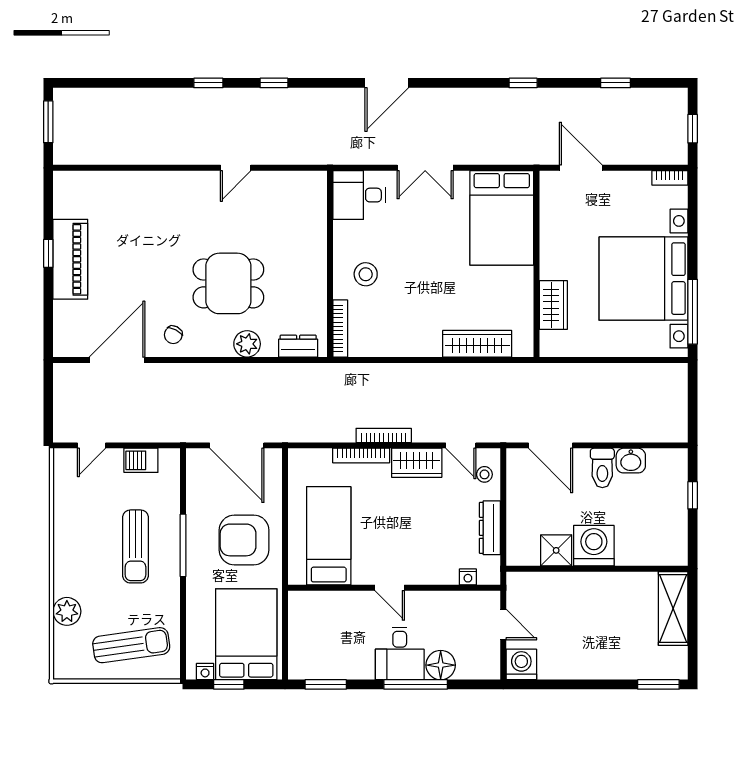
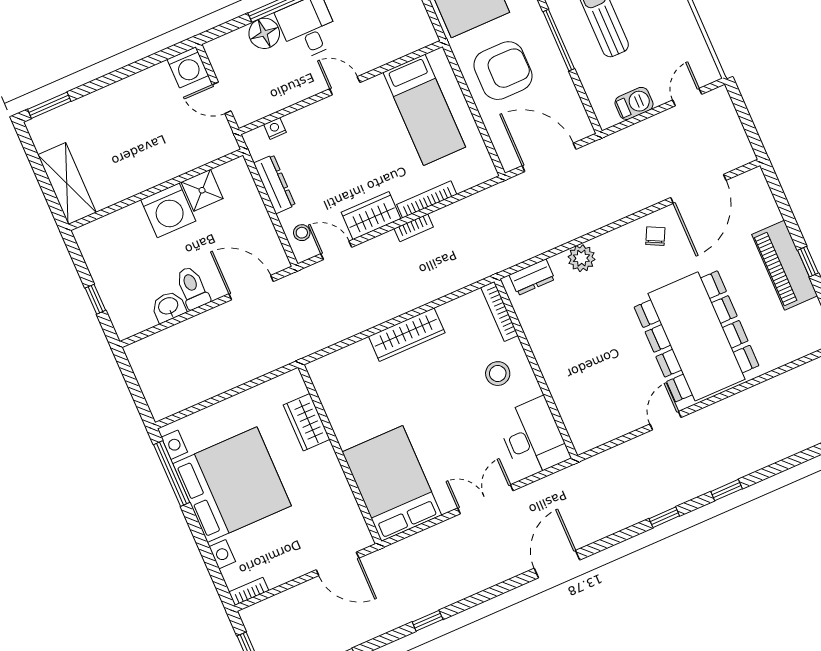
desk: (359, 195) -> (533, 437), width x1.37
dining table: (228, 283) -> (697, 336), moved, width x1.88, depth x1.24
wardrobe: (477, 344) -> (407, 335), moved
bookcase: (384, 435) -> (414, 228), width x0.64

